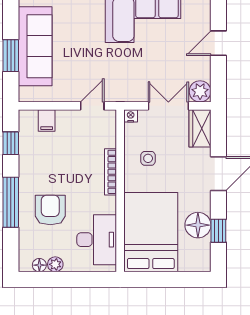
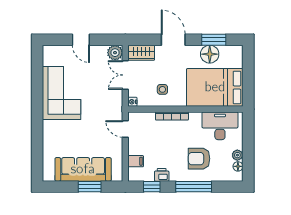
printer: (27, 157) -> (162, 175), added
window: (218, 231) -> (214, 40), width x1.50

